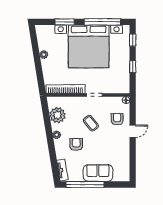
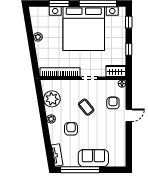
wardrobe: (120, 88) -> (116, 71), added

